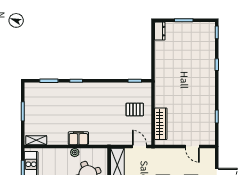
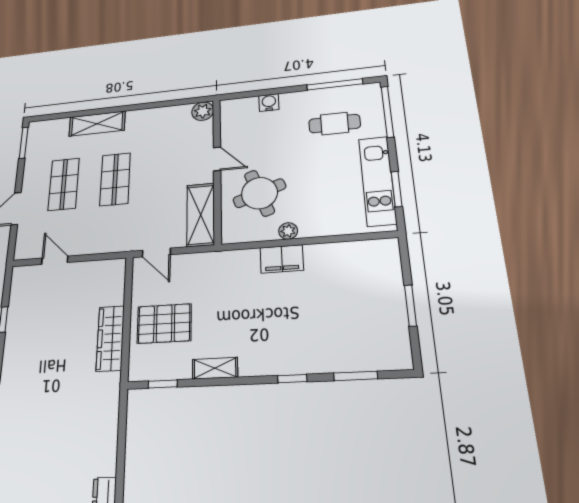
pallet: (135, 110) -> (164, 324), width x1.50, depth x1.42
wardrobe: (161, 124) -> (110, 338), moved
shelving: (36, 140) -> (215, 368), moved

